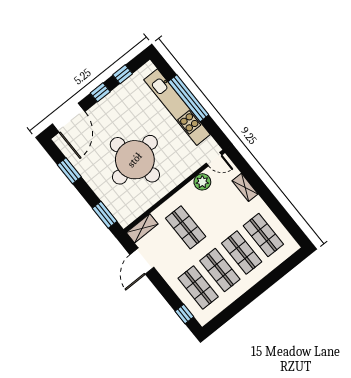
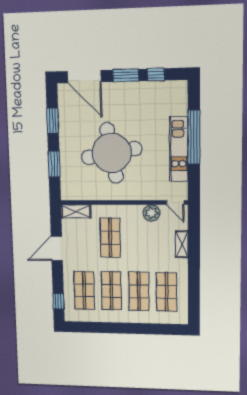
window: (100, 92) -> (126, 75), width x1.50
kitchen unit: (177, 107) -> (179, 149), width x0.73
door: (69, 118) -> (84, 77), hinge flipped
window: (105, 215) -> (54, 164), moved
door: (142, 261) -> (57, 248), moved

